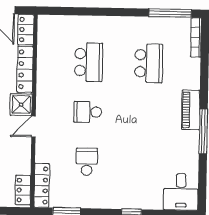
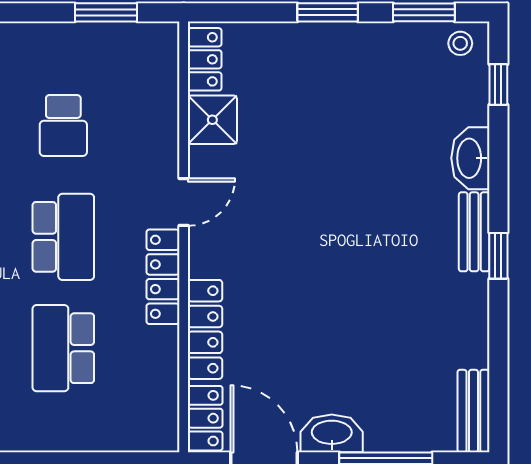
shower: (21, 105) -> (212, 120), moved
school desk: (88, 112) -> (63, 237), width x1.85
locker: (42, 185) -> (163, 277), moved

